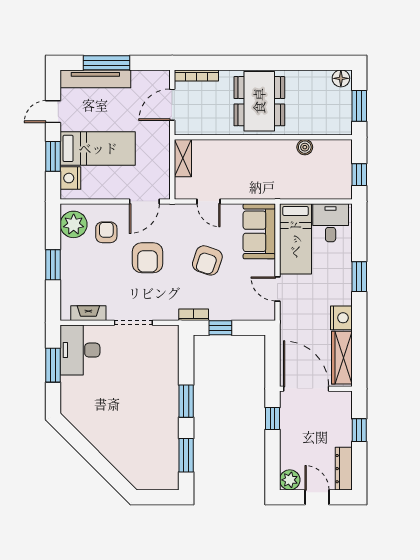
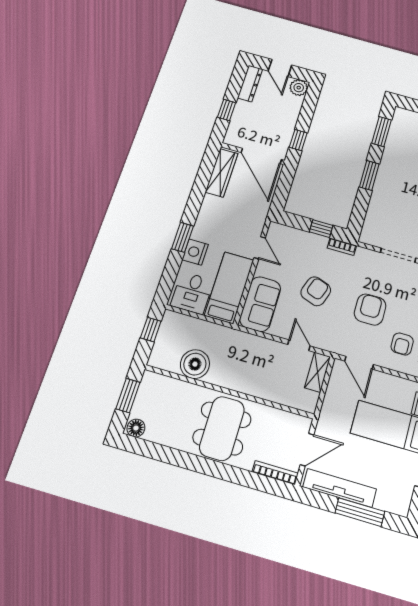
tv unit: (95, 79) -> (340, 488), moved
boiler: (305, 147) -> (195, 364), width x1.86, depth x1.86
shelving: (183, 158) -> (317, 372), moved
door: (144, 201) -> (359, 363), swing flipped
nightstand: (341, 318) -> (195, 252), moved

